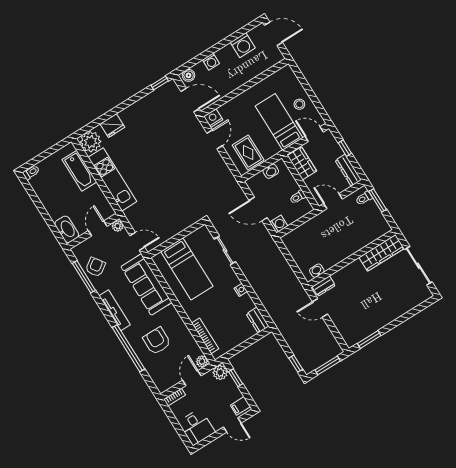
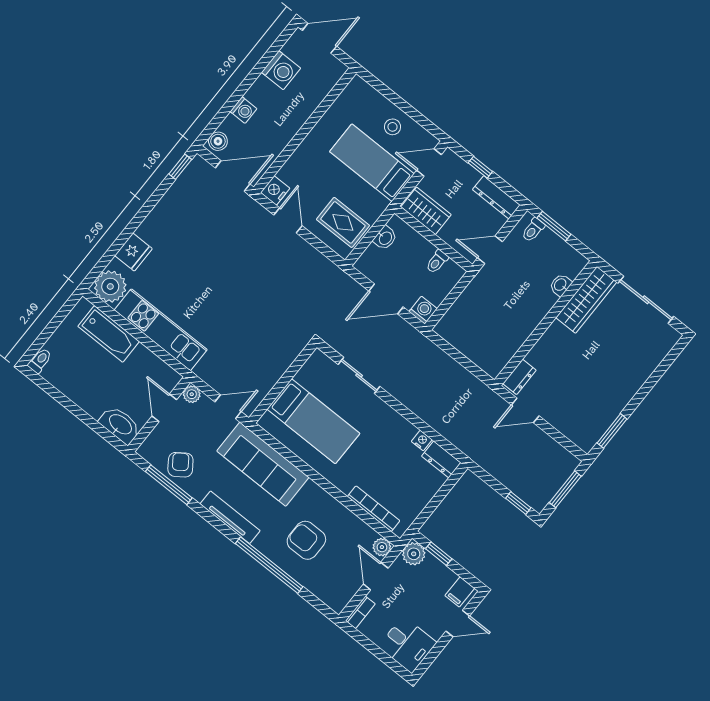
washbasin: (317, 271) -> (561, 285), moved
nightstand: (241, 290) -> (422, 440), moved

